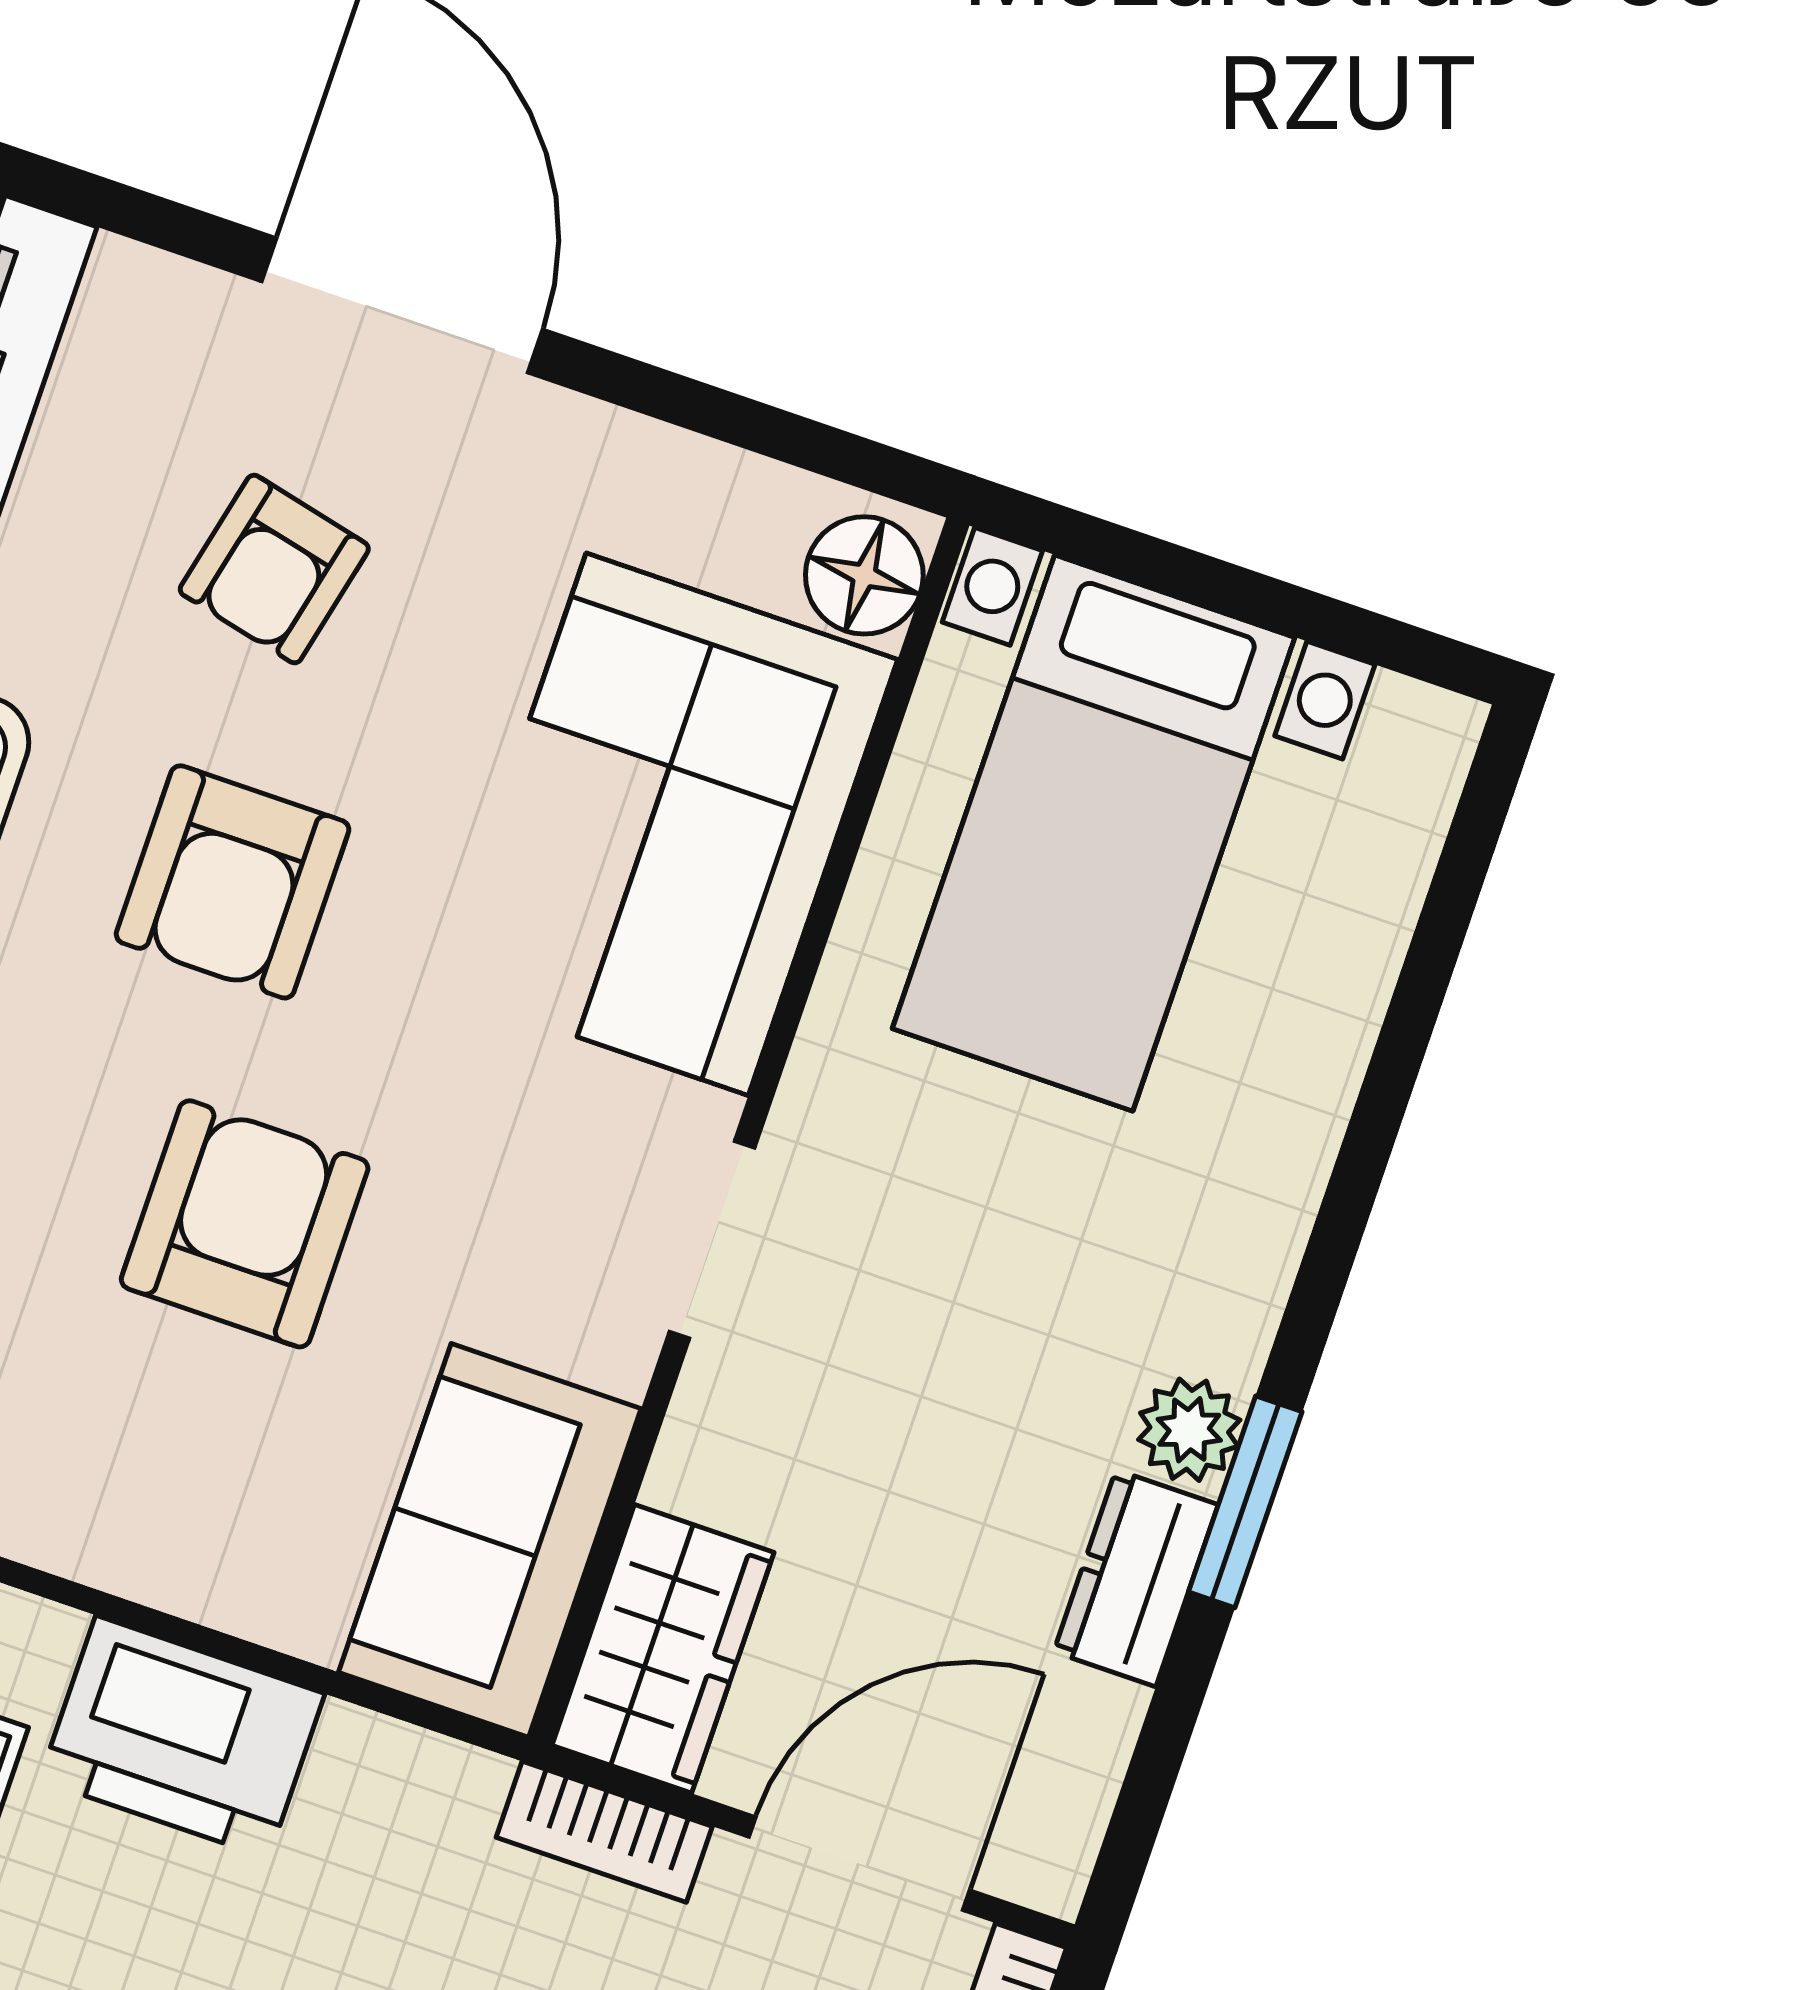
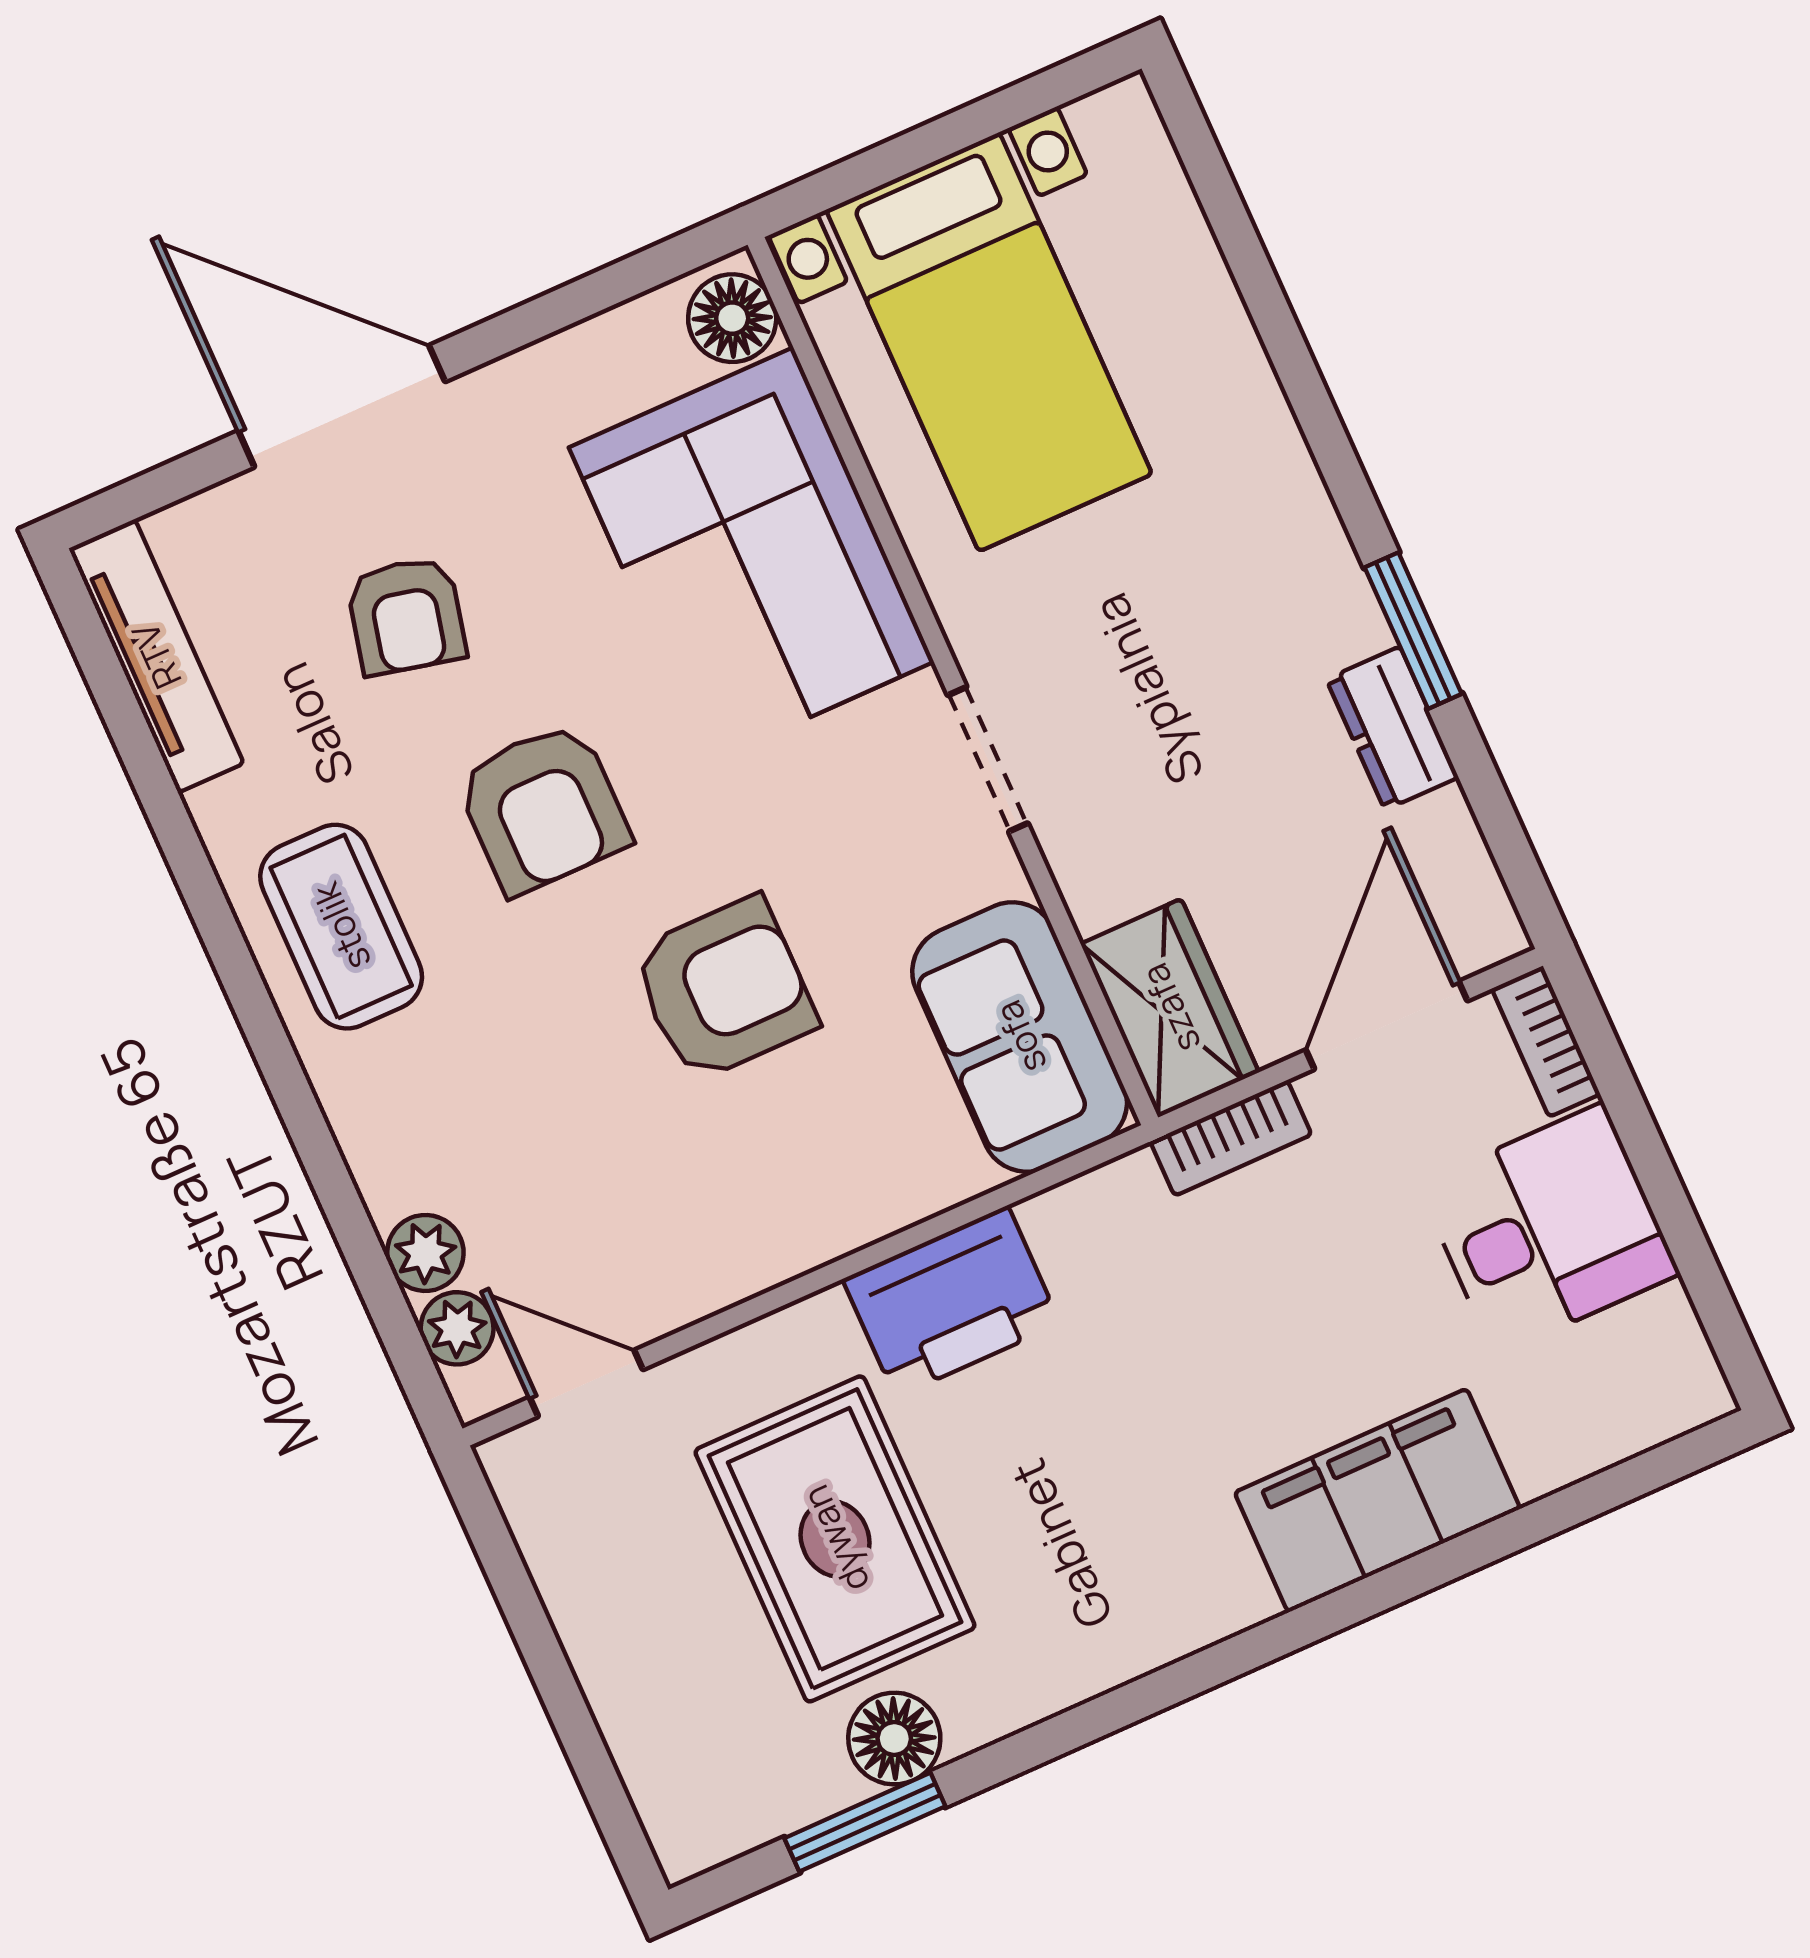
armchair: (245, 1224) -> (724, 989), turned 90
plant: (1189, 1430) -> (1346, 620), removed

